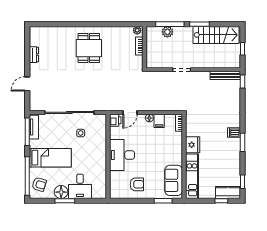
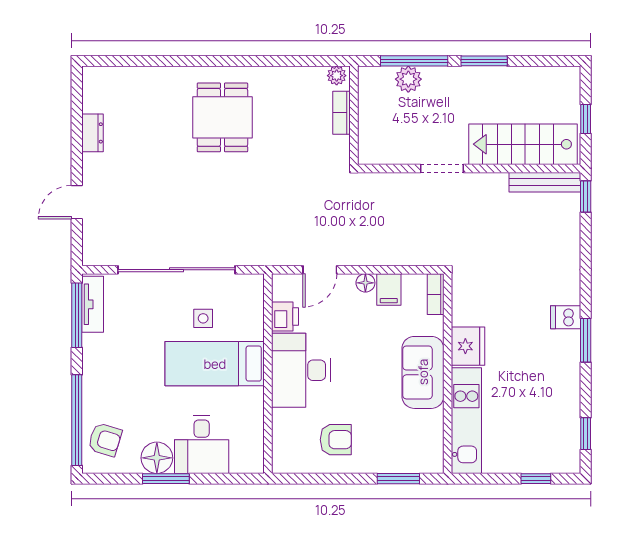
stairs: (216, 35) -> (523, 144), moved, turned 180
printer: (115, 120) -> (285, 316), moved
bed: (50, 158) -> (215, 364), moved, turned 180
sofa: (174, 180) -> (423, 372), moved
kitchen counter: (228, 193) -> (551, 459), removed

